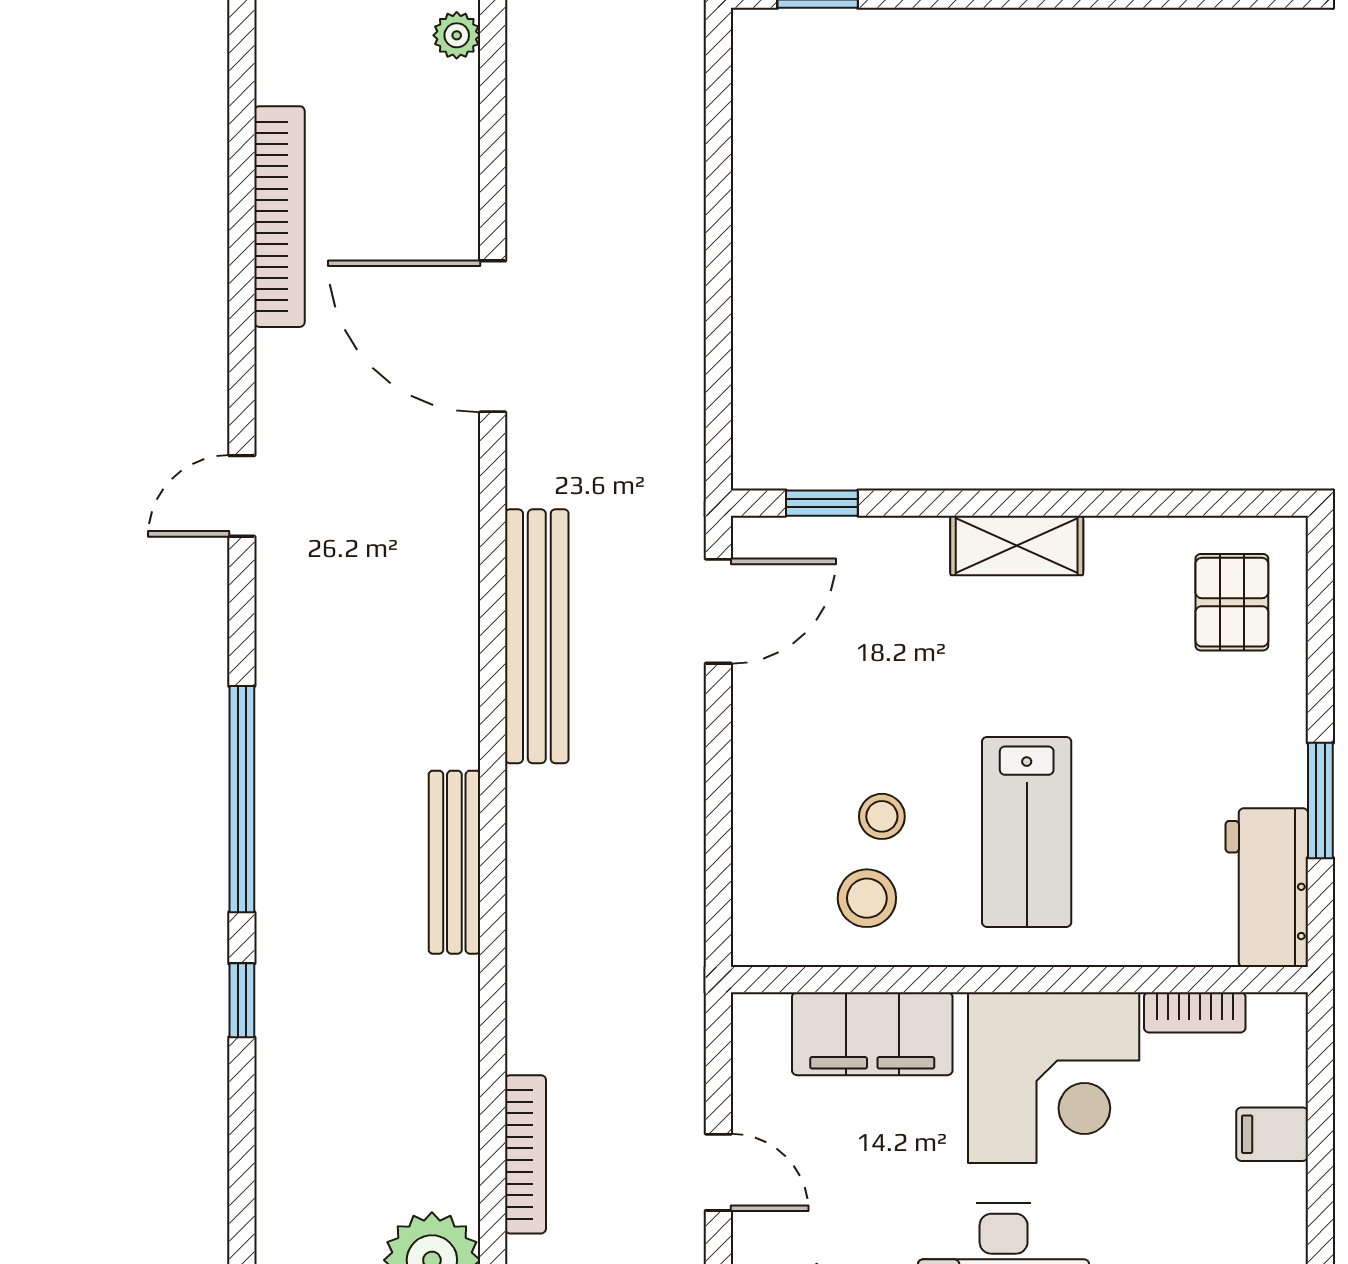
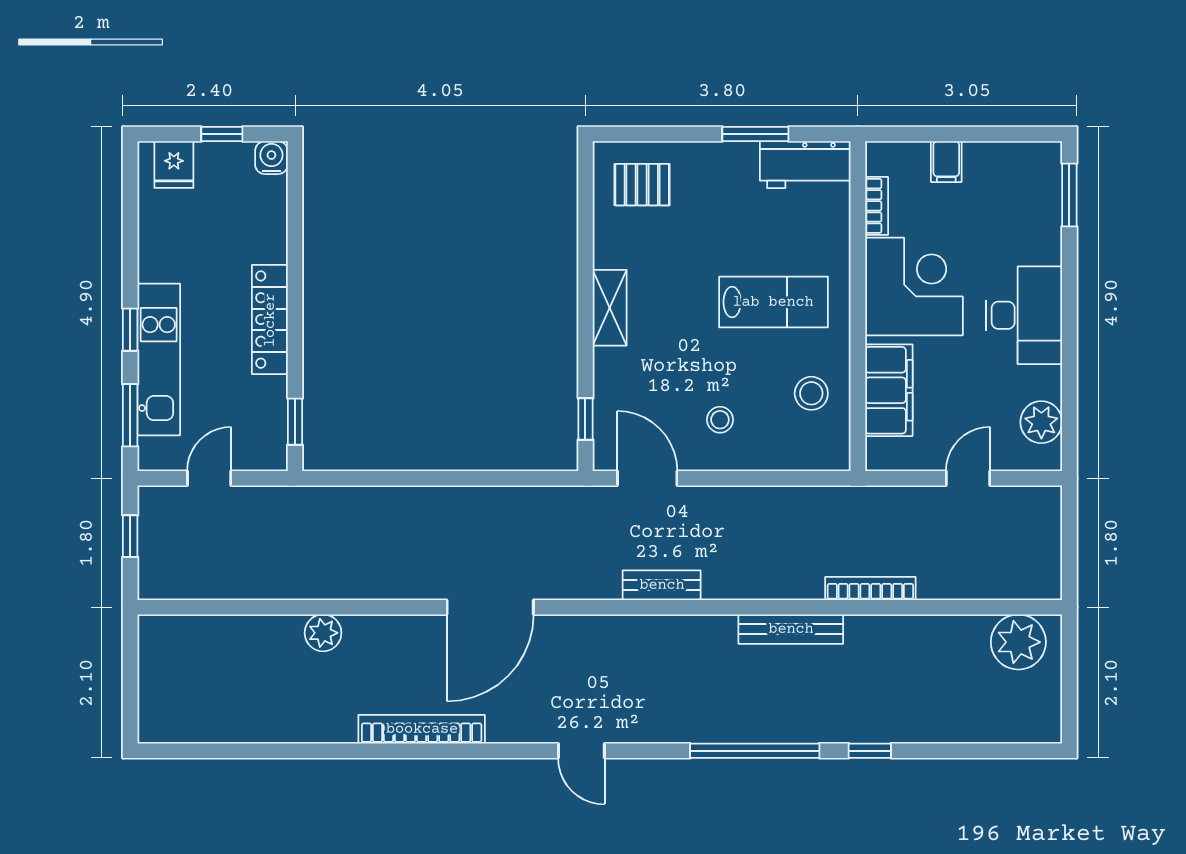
plant: (457, 35) -> (323, 633), width x1.38, depth x1.38
bench: (537, 636) -> (662, 585), width x0.54, depth x0.82
stool: (882, 816) -> (720, 420), moved
bookcase: (525, 1154) -> (870, 589), moved

